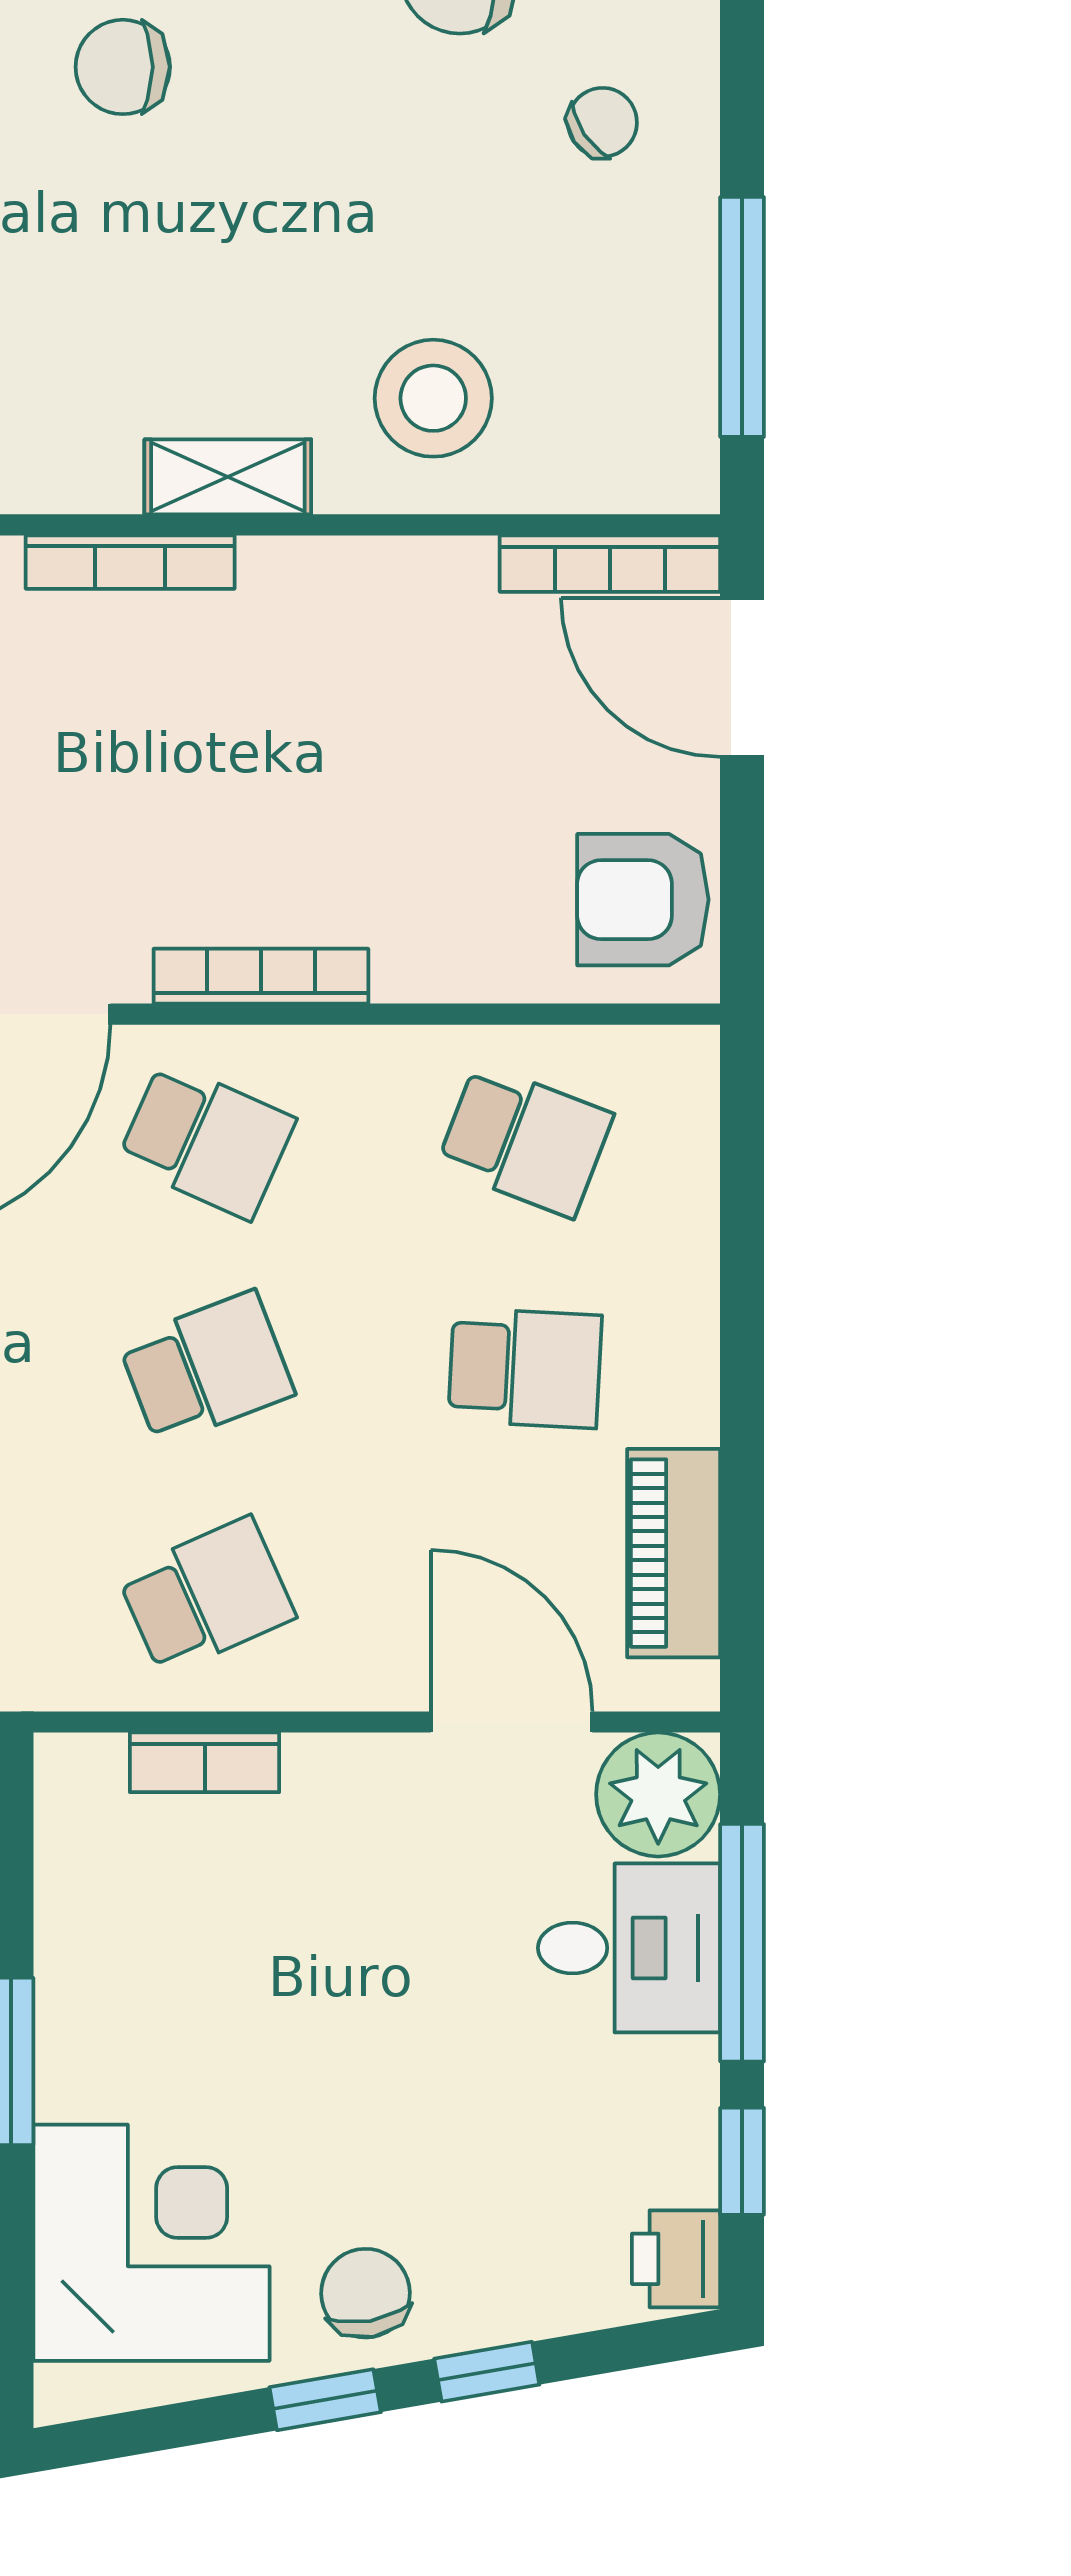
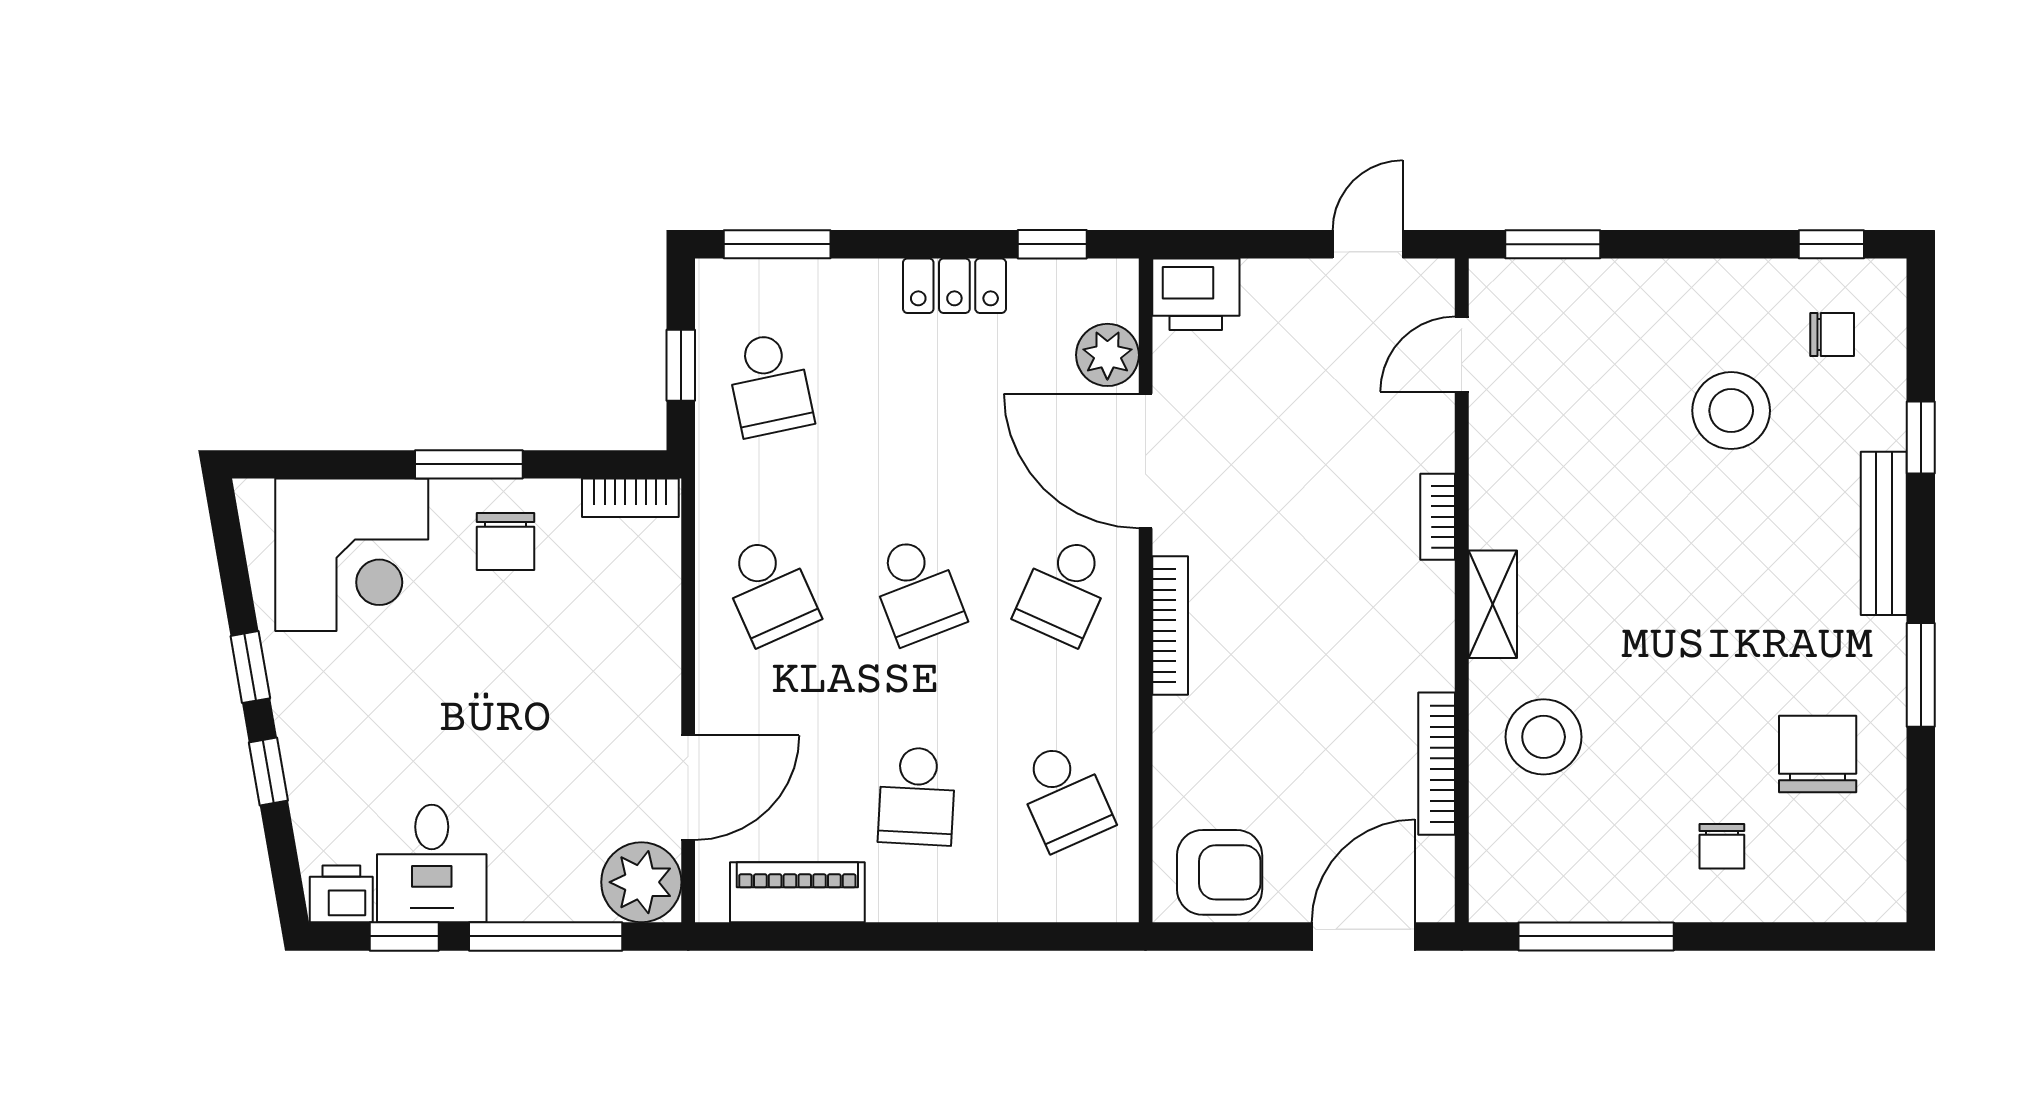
chair: (123, 67) -> (1758, 536), removed
chair: (602, 122) -> (1722, 846), turned 34
bookcase: (130, 562) -> (1438, 517), width x0.64
bookcase: (610, 564) -> (1437, 764), moved
armchair: (643, 900) -> (1220, 872), turned 90
school desk: (525, 1140) -> (1064, 796), turned -45
bookcase: (205, 1762) -> (630, 498), moved, turned -90
desk: (629, 1948) -> (432, 863), moved
chair: (366, 2293) -> (506, 542), moved, turned 100

